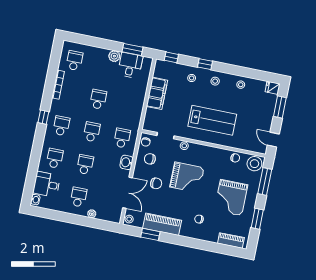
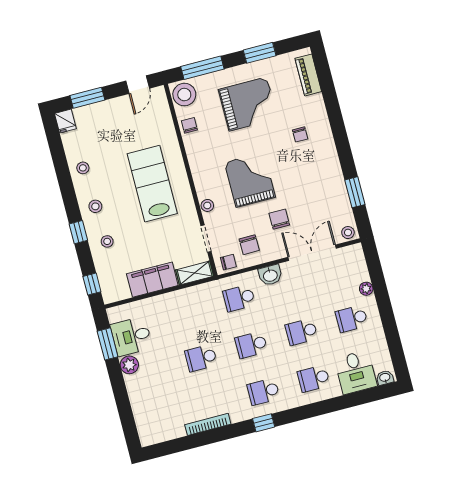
school desk: (74, 61) -> (163, 418), removed
shelving: (149, 119) -> (195, 273), added
piano: (162, 224) -> (333, 183), removed

